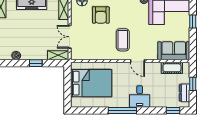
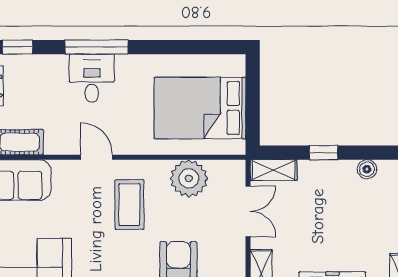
plant: (96, 52) -> (189, 178), added
window: (122, 110) -> (96, 47), moved

